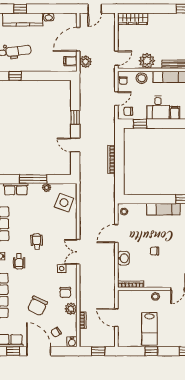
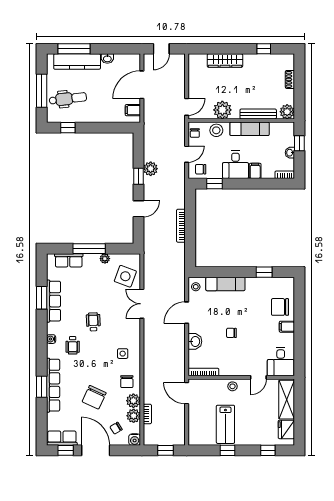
window: (20, 9) -> (74, 49), width x2.17
wardrobe: (133, 19) -> (225, 61), moved
plant: (85, 62) -> (151, 169), moved
door: (75, 145) -> (139, 209), swing flipped
exam couch: (163, 209) -> (225, 284), moved
double door: (78, 252) -> (142, 304), moved
door: (116, 318) -> (187, 393), moved
plant: (71, 322) -> (134, 416), added

